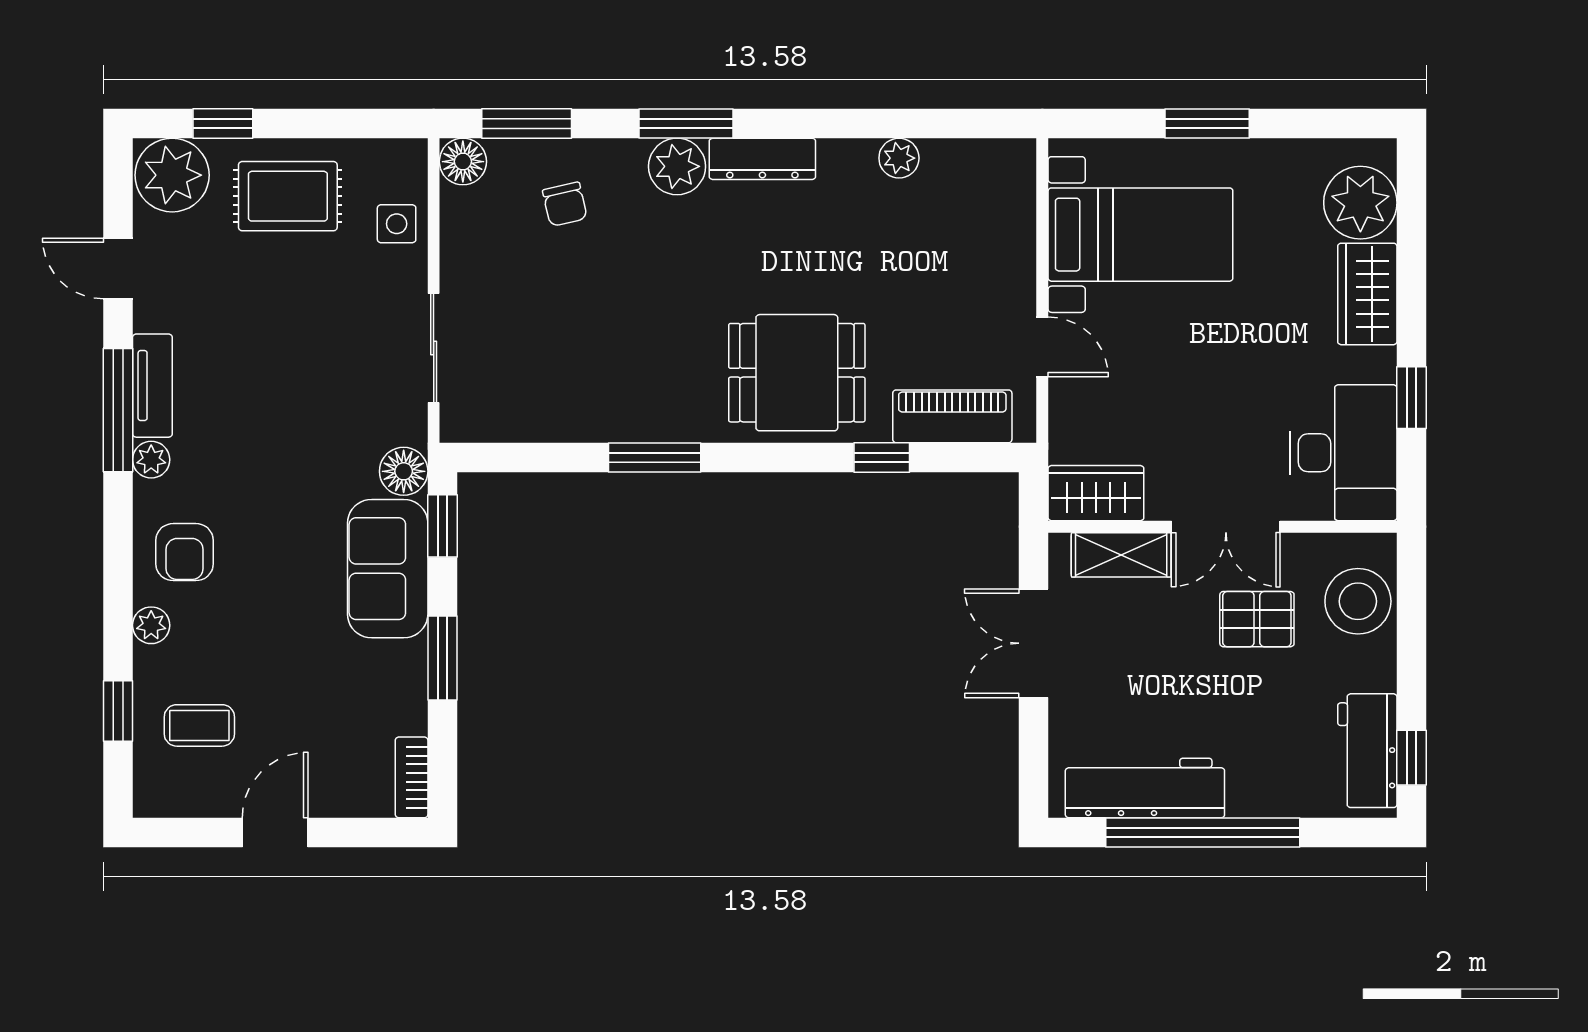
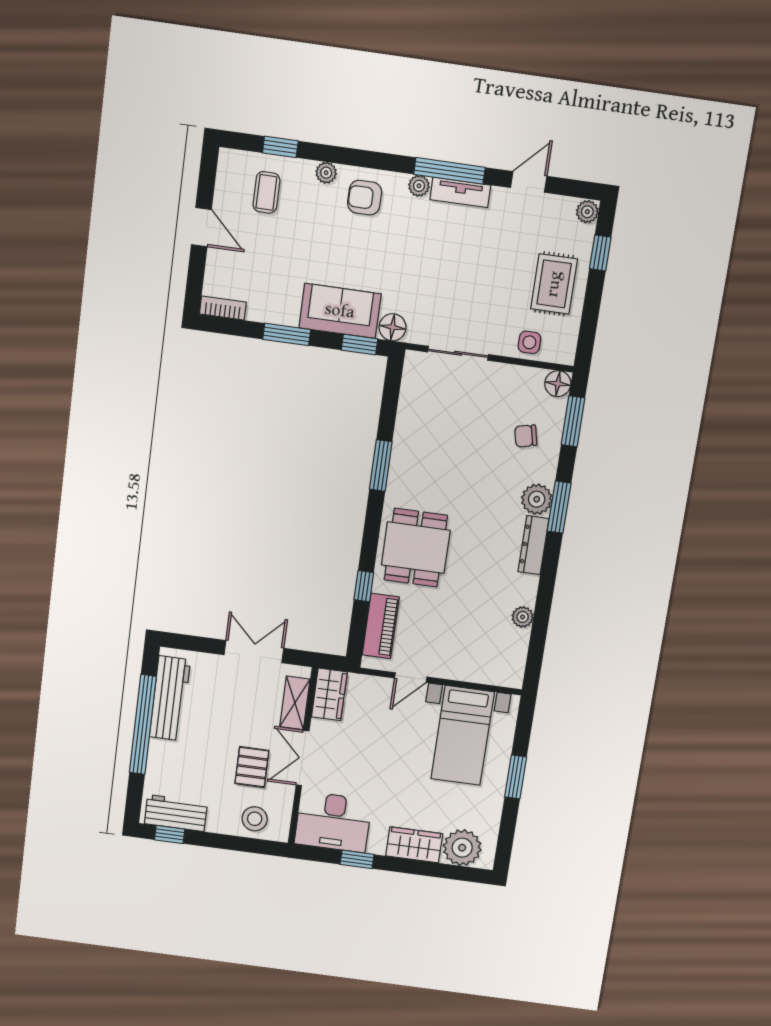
plant: (172, 175) -> (587, 212), width x0.53, depth x0.53
stool: (1358, 601) -> (255, 819), width x0.73, depth x0.73

